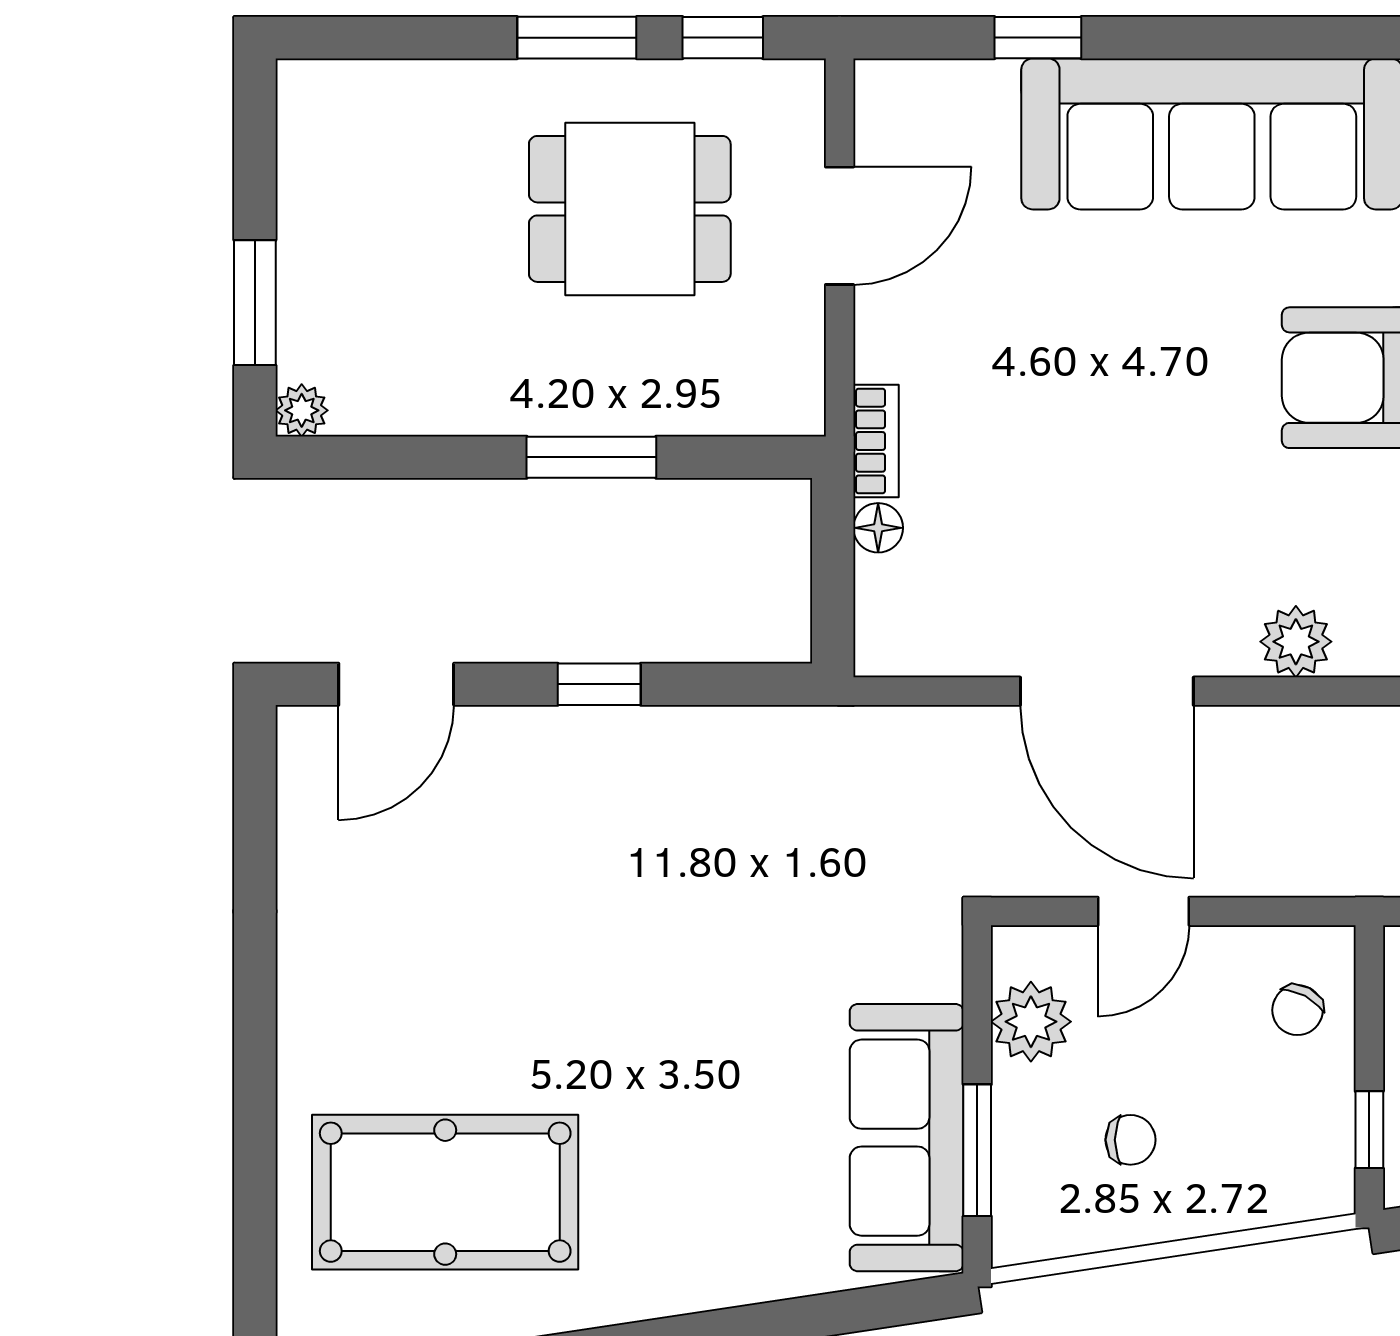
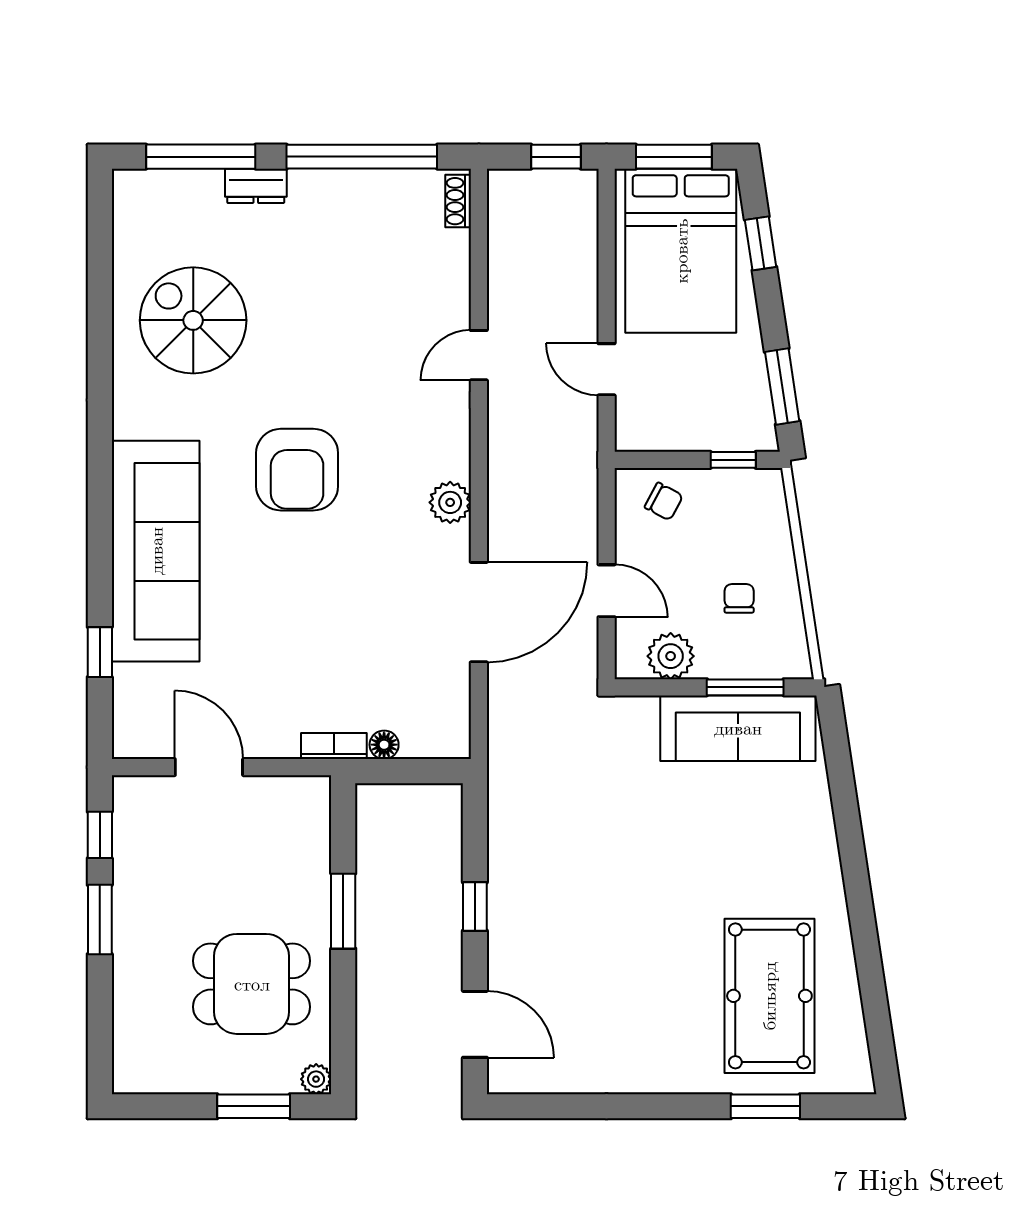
dining table: (630, 209) -> (252, 984), moved, turned 90
window: (255, 1185) -> (765, 1106), added

